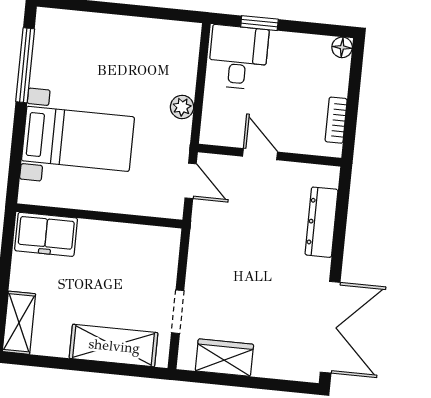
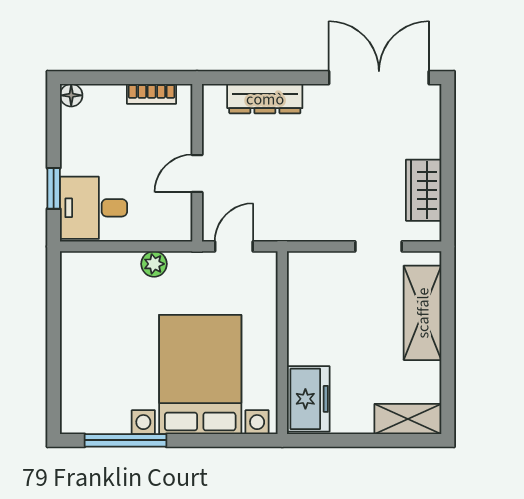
bed with nightstands: (78, 139) -> (200, 374), width x1.36

